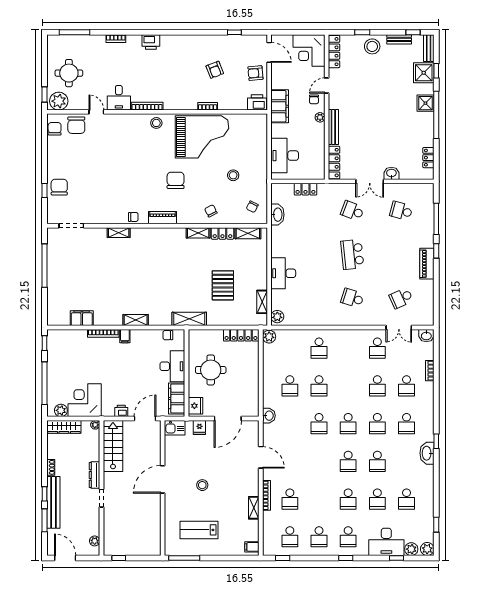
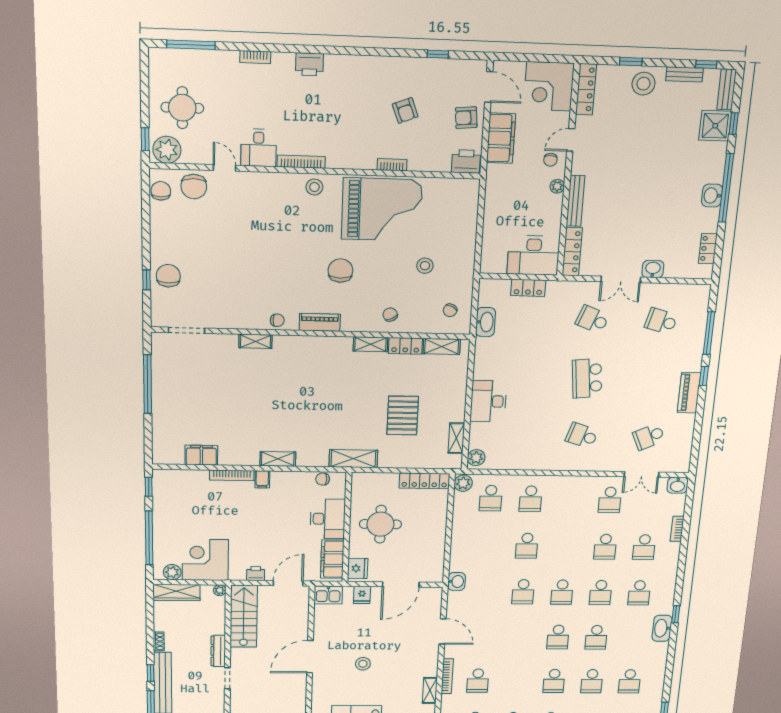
shower: (425, 103) -> (713, 170), removed
filing cabinet: (280, 106) -> (501, 138), moved
washbasin: (427, 120) -> (712, 195), added
desk: (285, 156) -> (533, 255), moved, turned -90
school desk: (290, 386) -> (491, 498), moved

